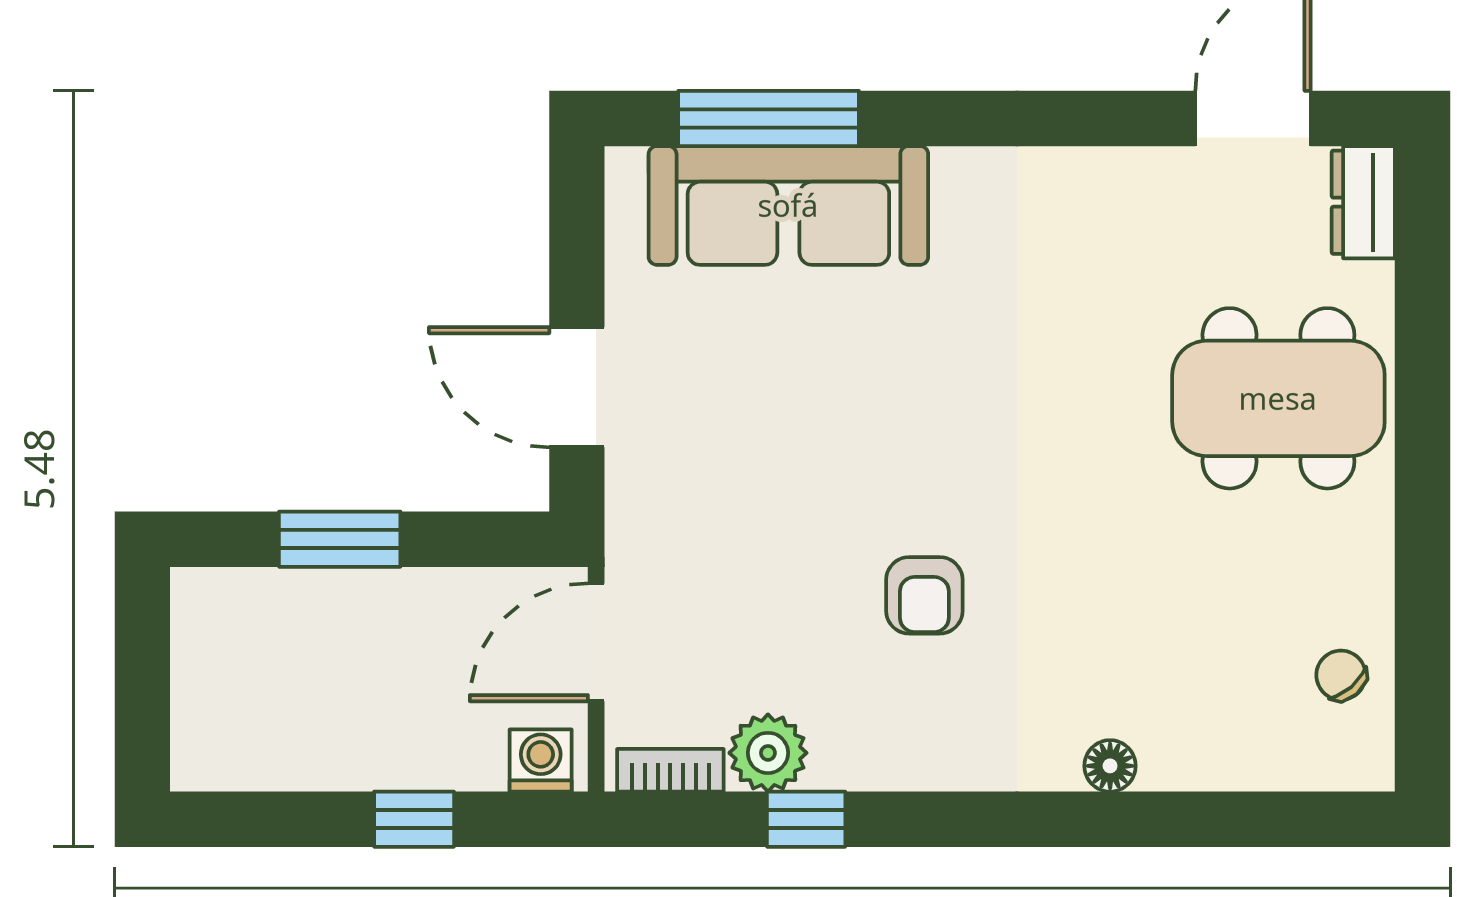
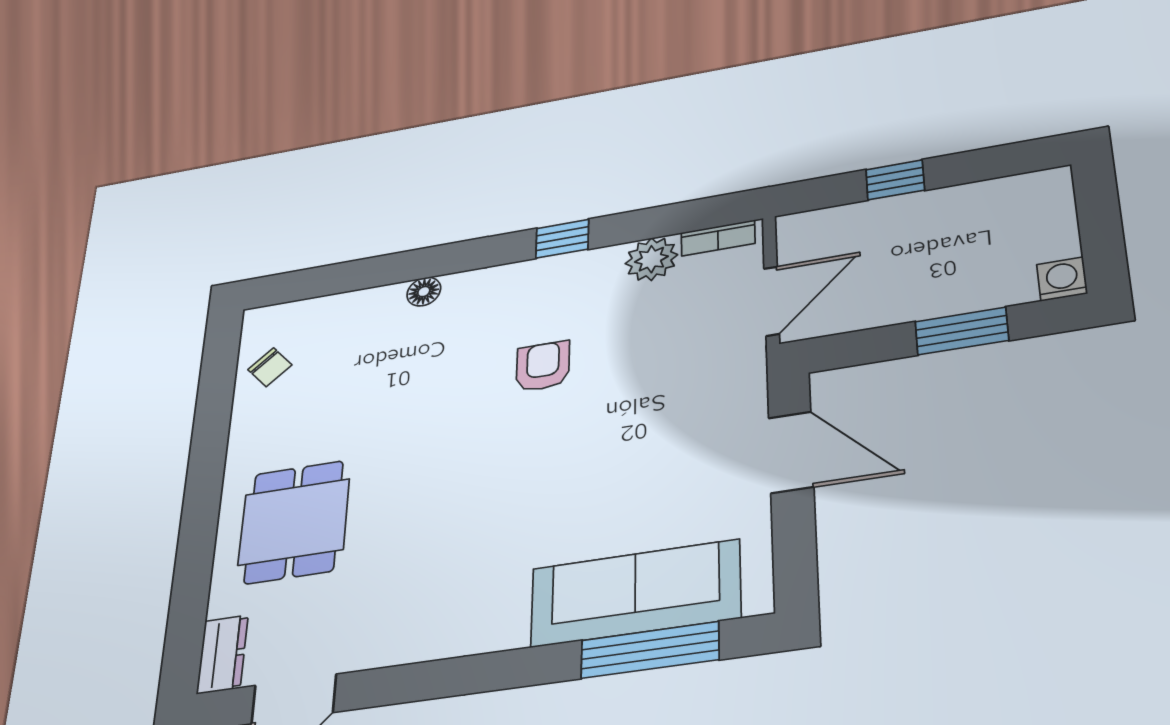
dining table: (1278, 398) -> (294, 522), width x0.73
washing machine: (541, 761) -> (1062, 279), moved, turned 180
window: (806, 819) -> (562, 239), moved

